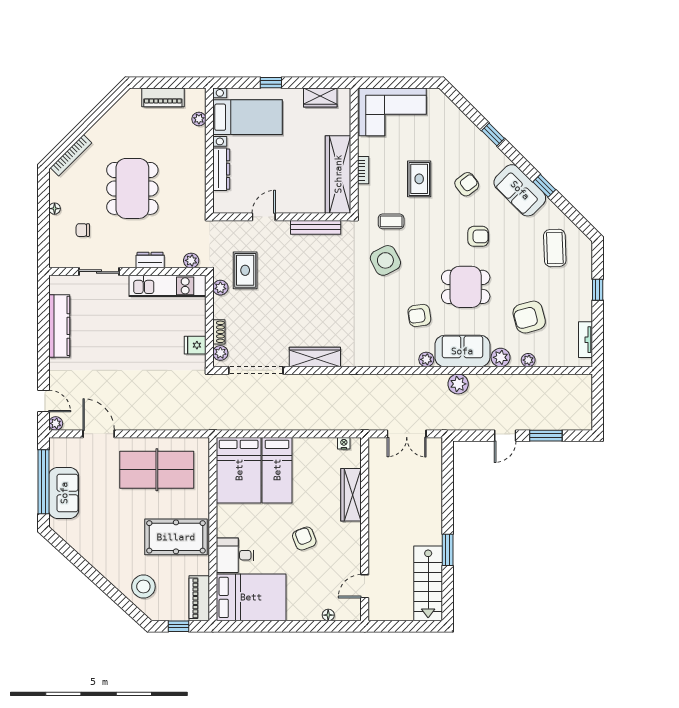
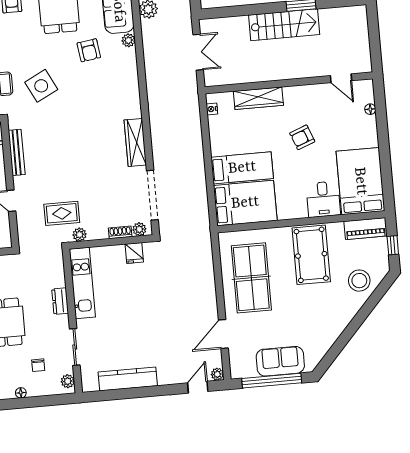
plant: (191, 260) -> (68, 381), moved
stairs: (428, 583) -> (284, 25), moved

